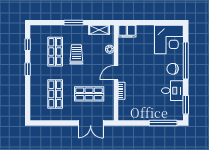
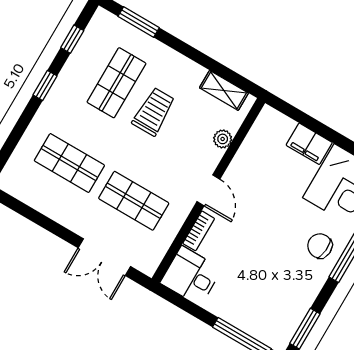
window: (74, 23) -> (139, 22), moved
filing cabinet: (127, 31) -> (309, 144), moved
door: (116, 73) -> (208, 190), swing flipped
desk: (172, 91) -> (191, 276), moved, turned 180
shop shelf: (55, 94) -> (69, 163), turned 90

